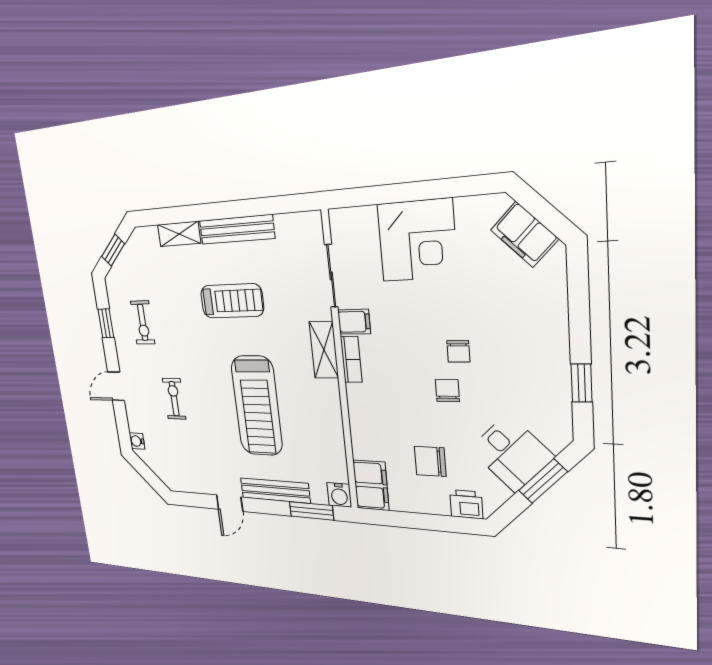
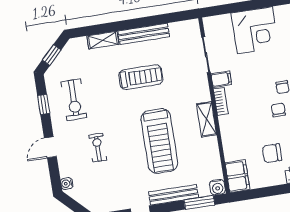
exercise bike: (143, 322) -> (74, 100), width x1.38, depth x1.39
shelving: (324, 350) -> (207, 119), moved

